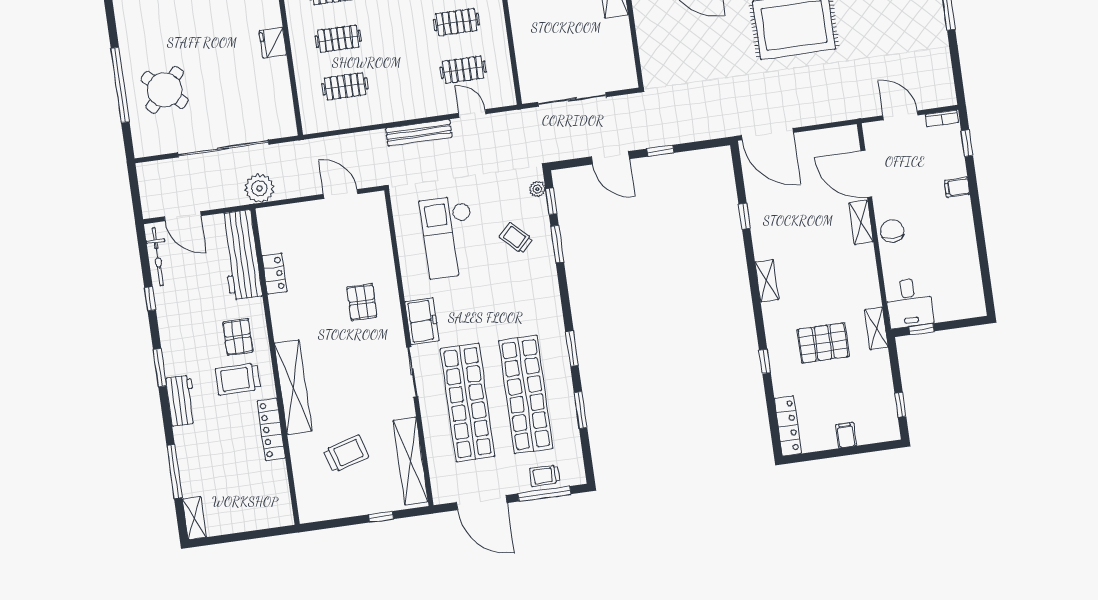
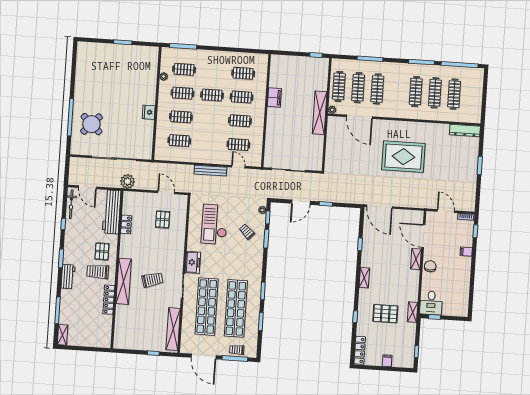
door: (611, 158) -> (301, 202), hinge flipped
pallet: (362, 302) -> (163, 219), moved
trolley: (346, 454) -> (152, 280), moved

